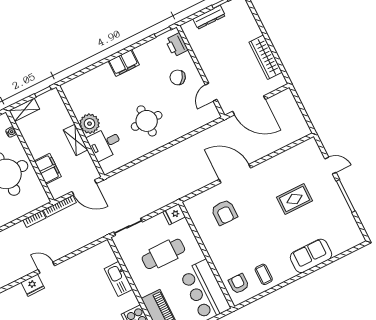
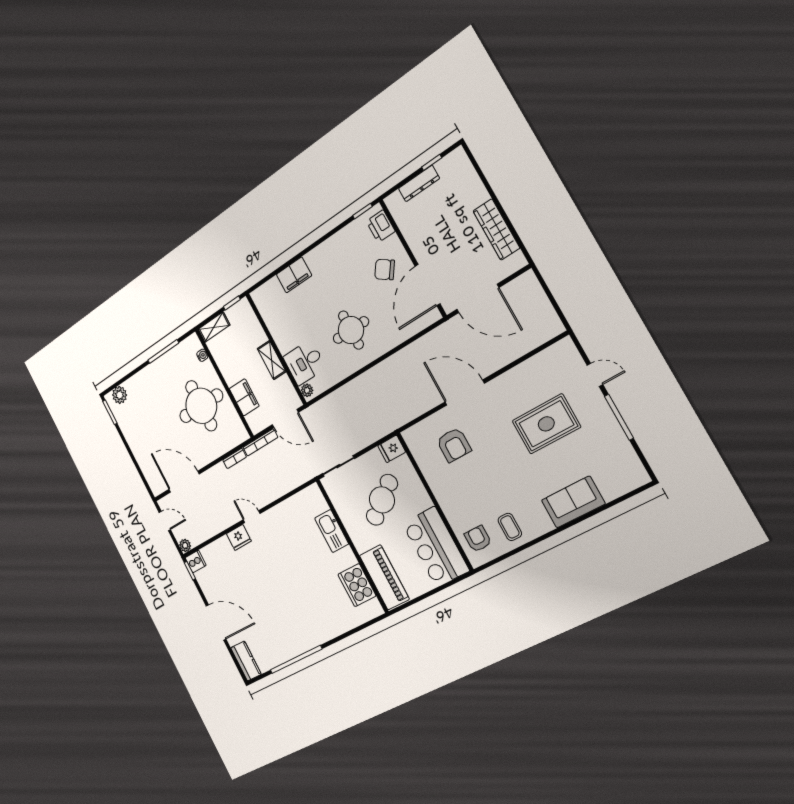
filing cabinet: (124, 63) -> (294, 275), moved
door: (211, 92) -> (428, 285), width x1.87
plant: (90, 124) -> (307, 390), moved, width x0.53, depth x0.53
rug: (295, 199) -> (546, 424), width x1.36, depth x1.43
cafe table: (163, 254) -> (382, 500), turned -37

